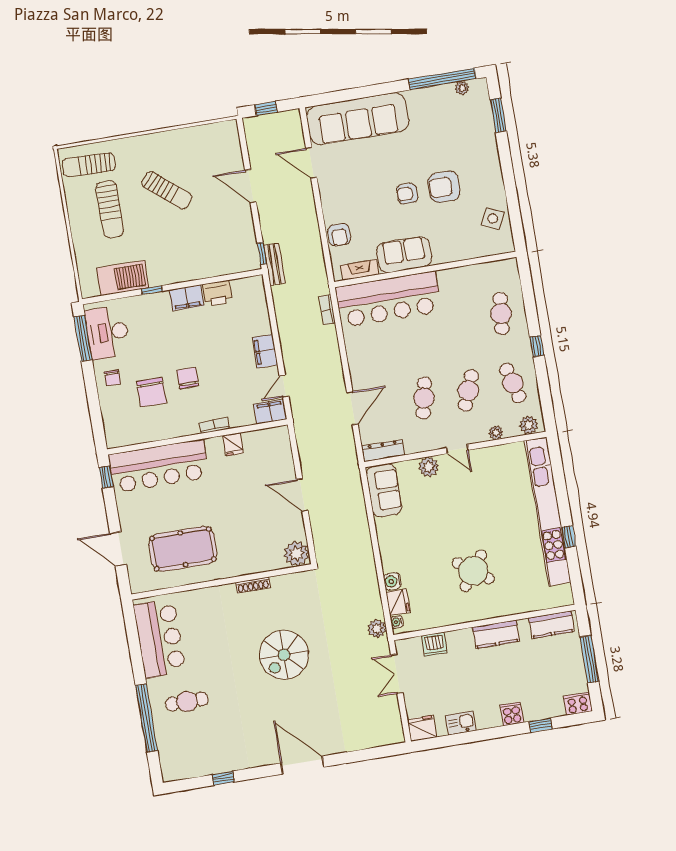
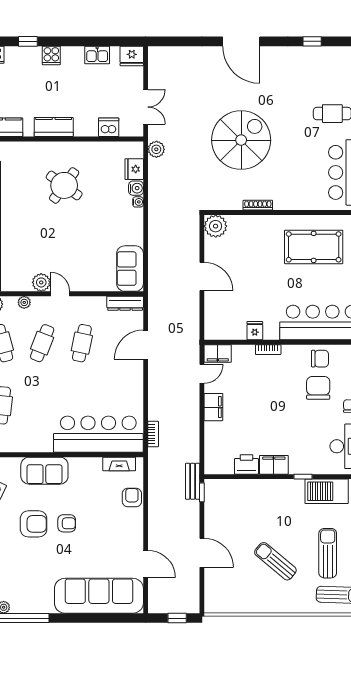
sofa: (404, 255) -> (44, 471), moved
chair: (188, 378) -> (320, 359), moved, turned -90
plant: (429, 467) -> (41, 282), moved
water cooler: (397, 622) -> (138, 202), moved
spiral stairs: (284, 655) -> (241, 140), width x1.37, depth x1.37

